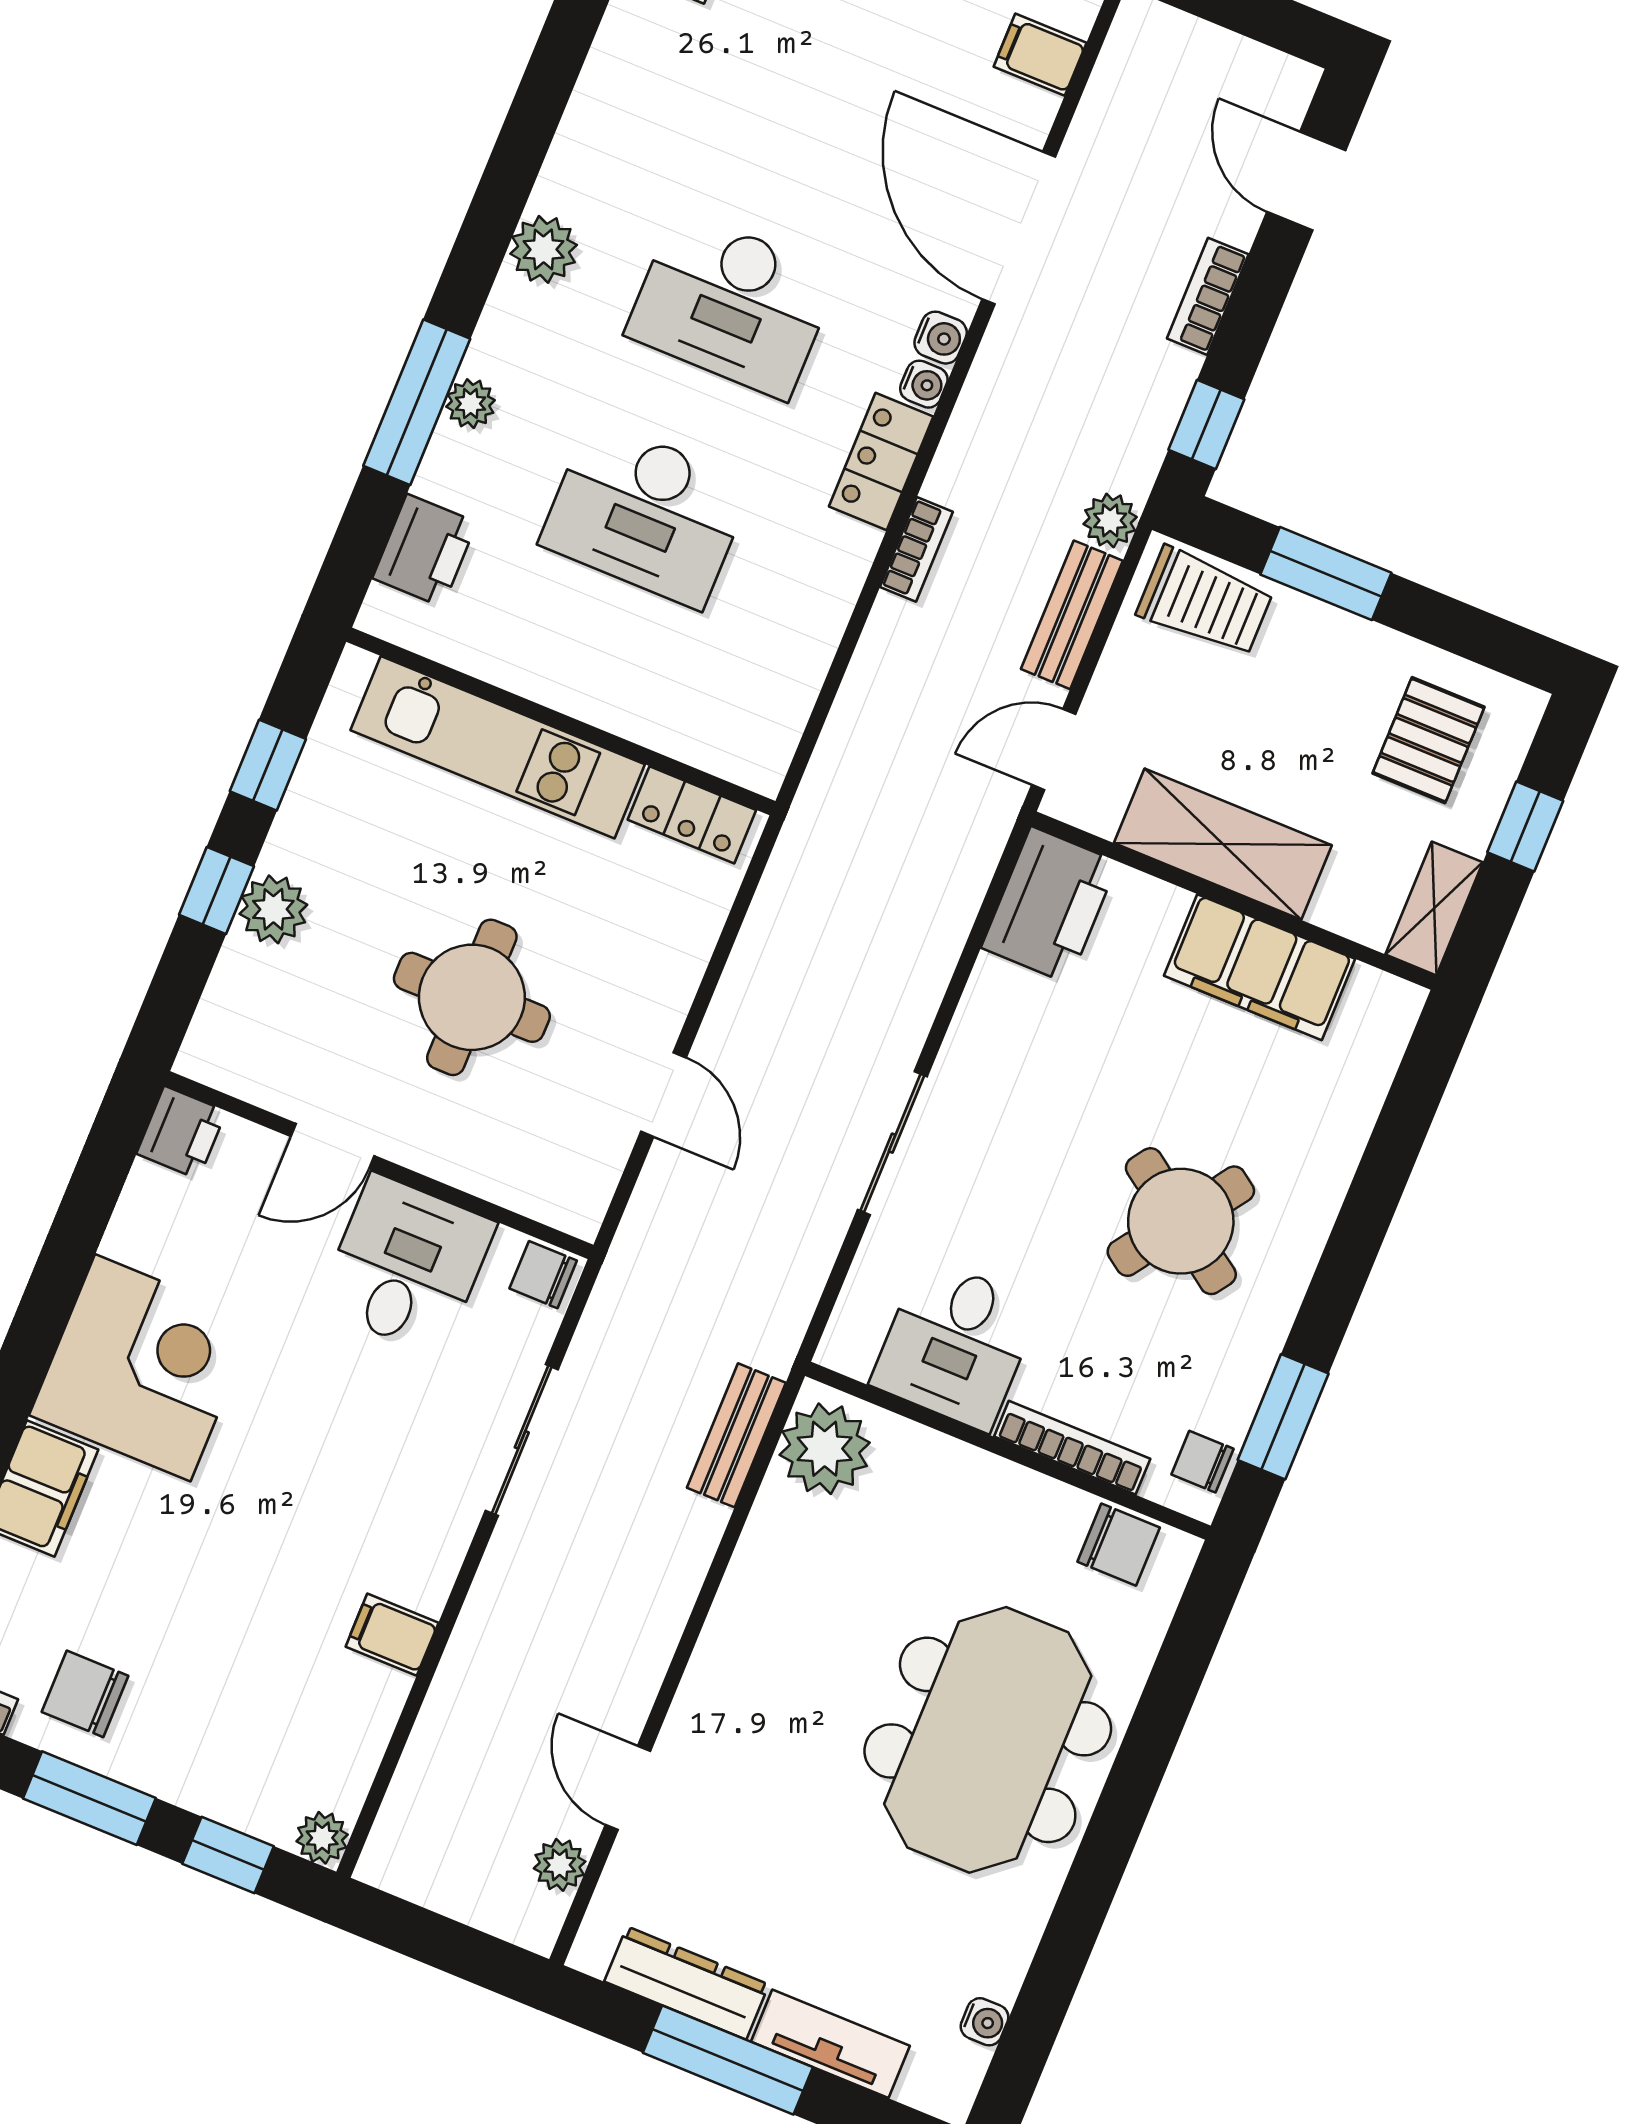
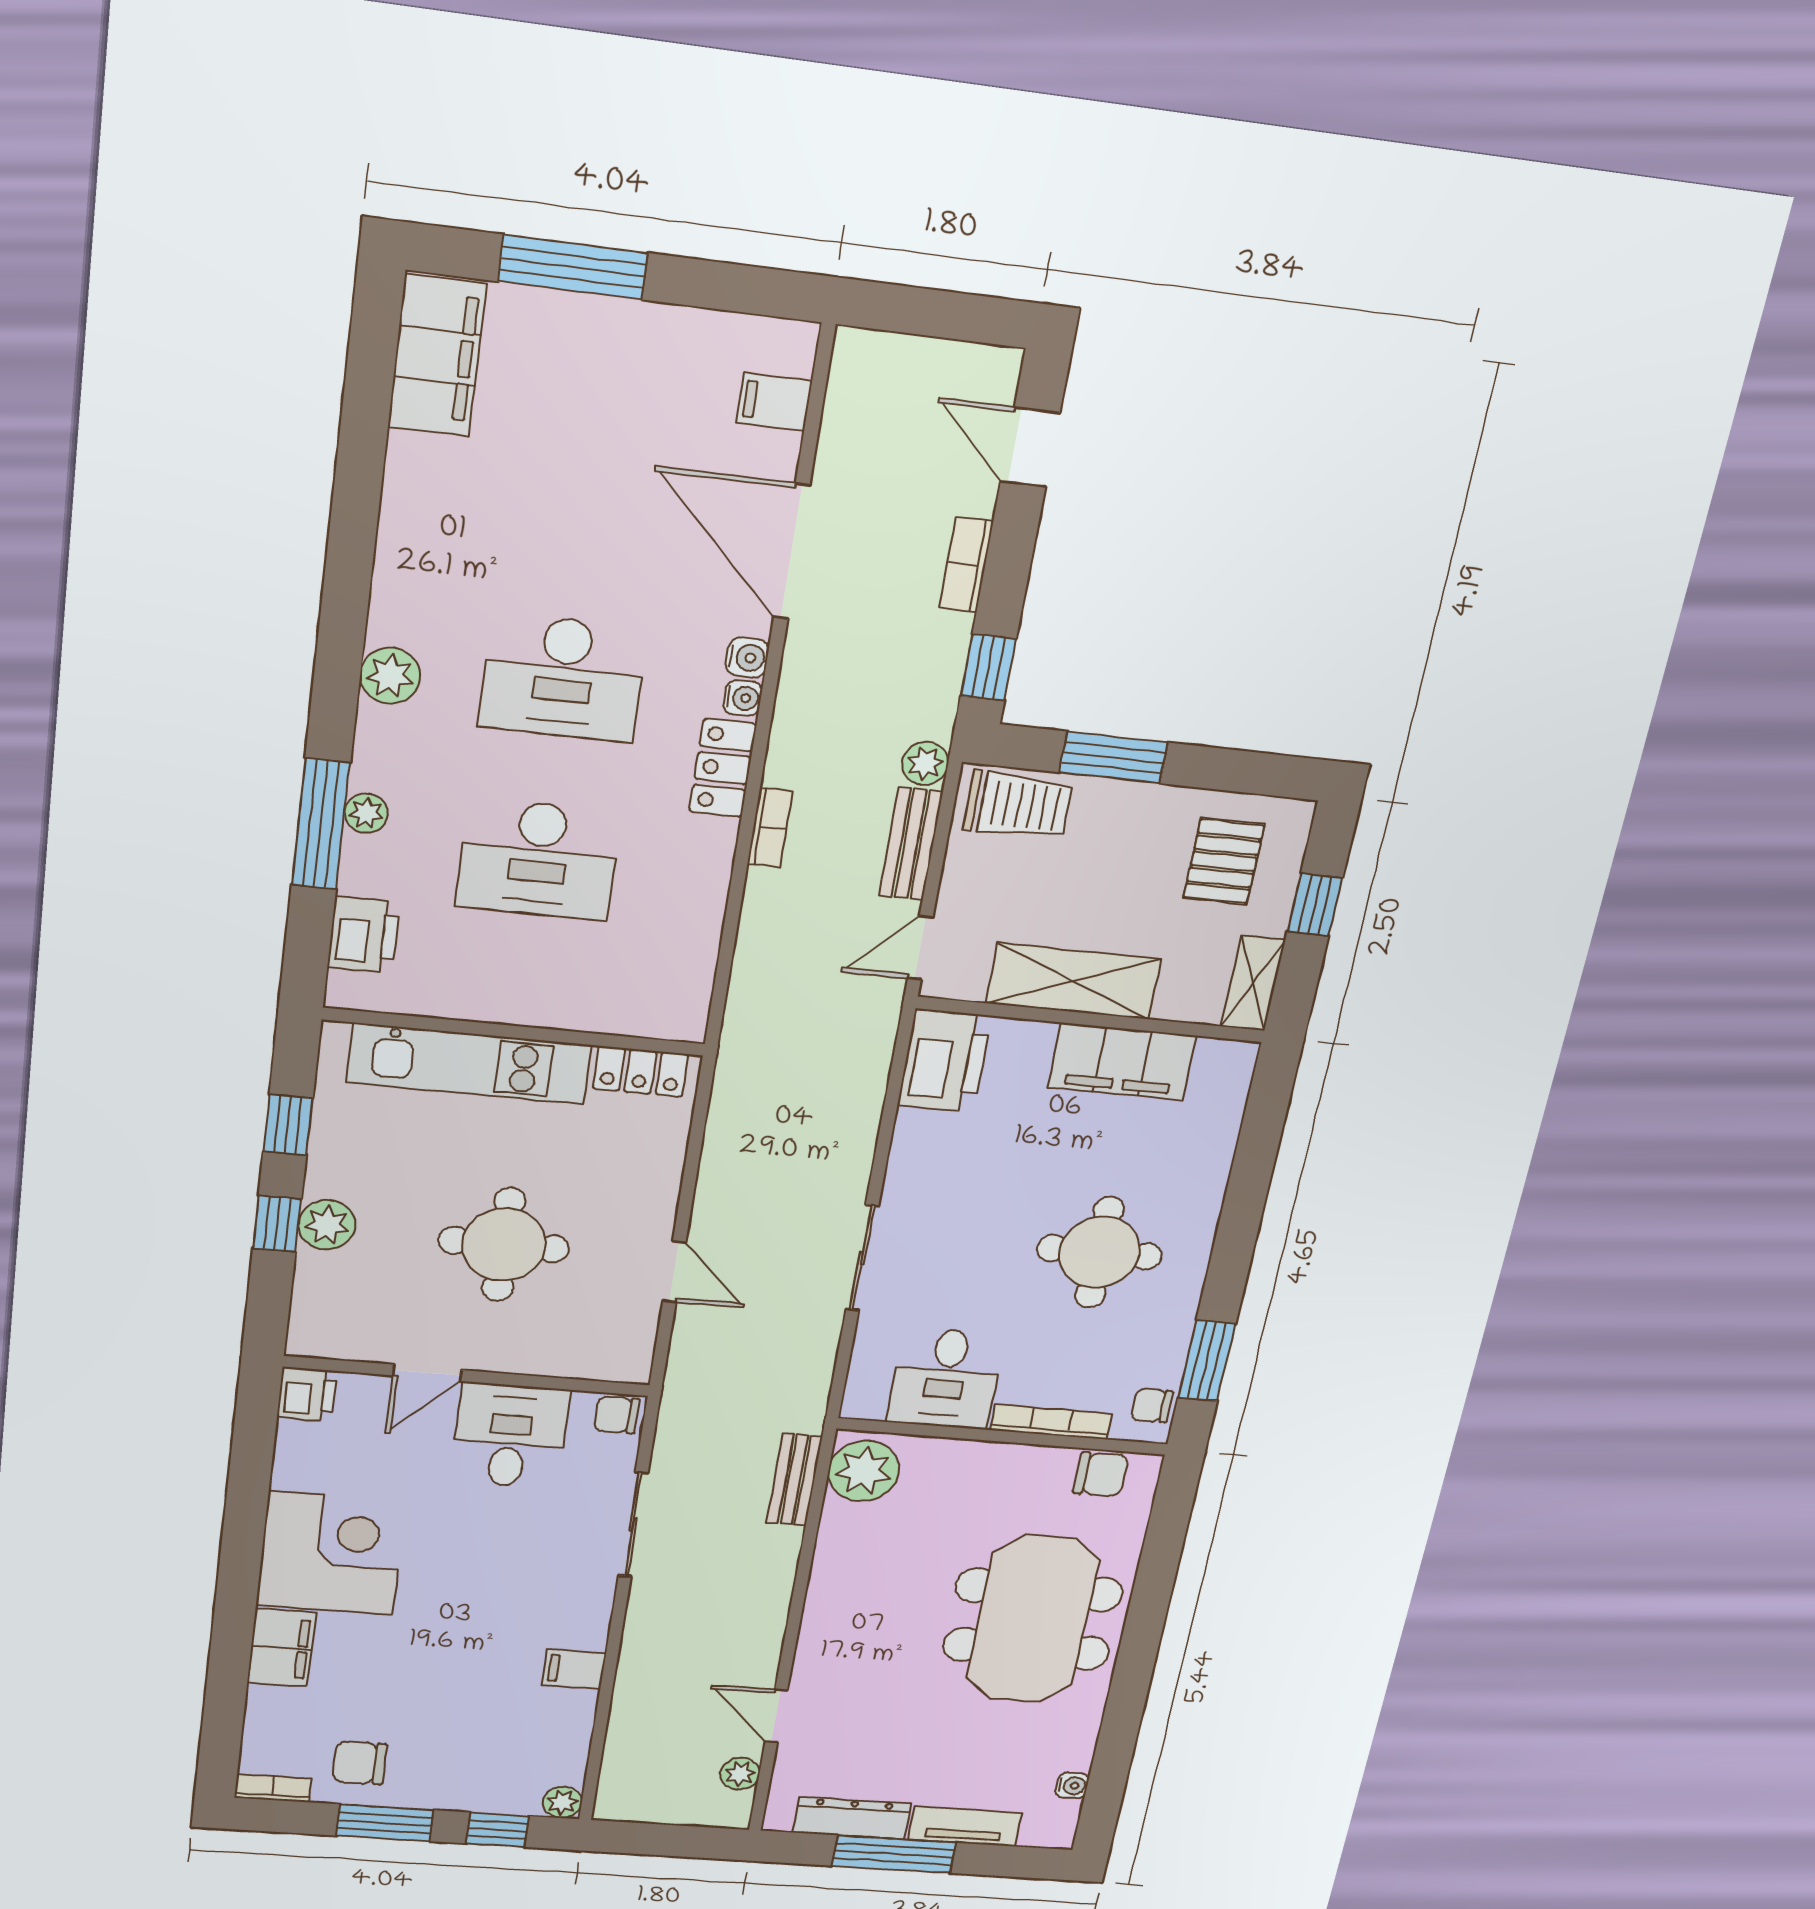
round table: (1181, 1221) -> (1099, 1252), turned -35

